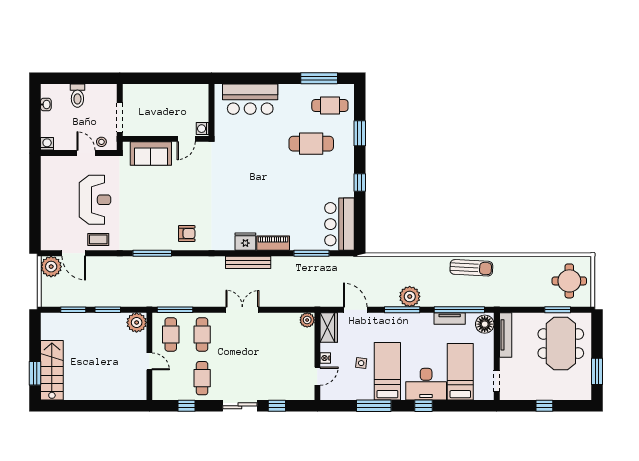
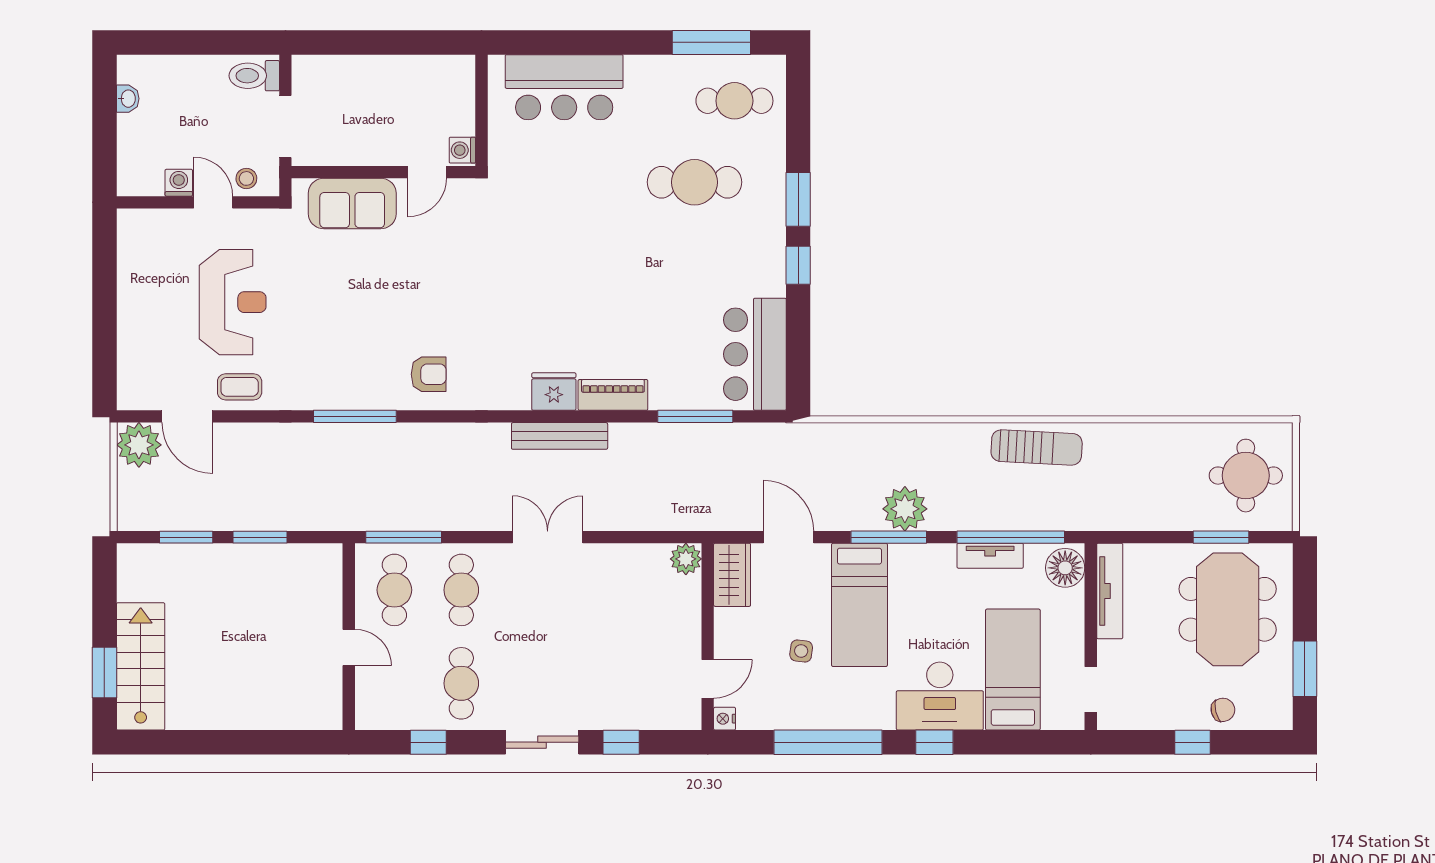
toilet: (77, 96) -> (254, 76), moved, turned 90
window: (360, 133) -> (798, 199), moved
washing machine: (47, 144) -> (179, 183), moved
plant: (137, 322) -> (322, 564), removed
nightstand: (325, 358) -> (725, 719), moved
bed: (387, 371) -> (859, 605), moved, turned 180
chair: (559, 391) -> (1223, 710), added
window: (374, 406) -> (828, 742), width x1.46

